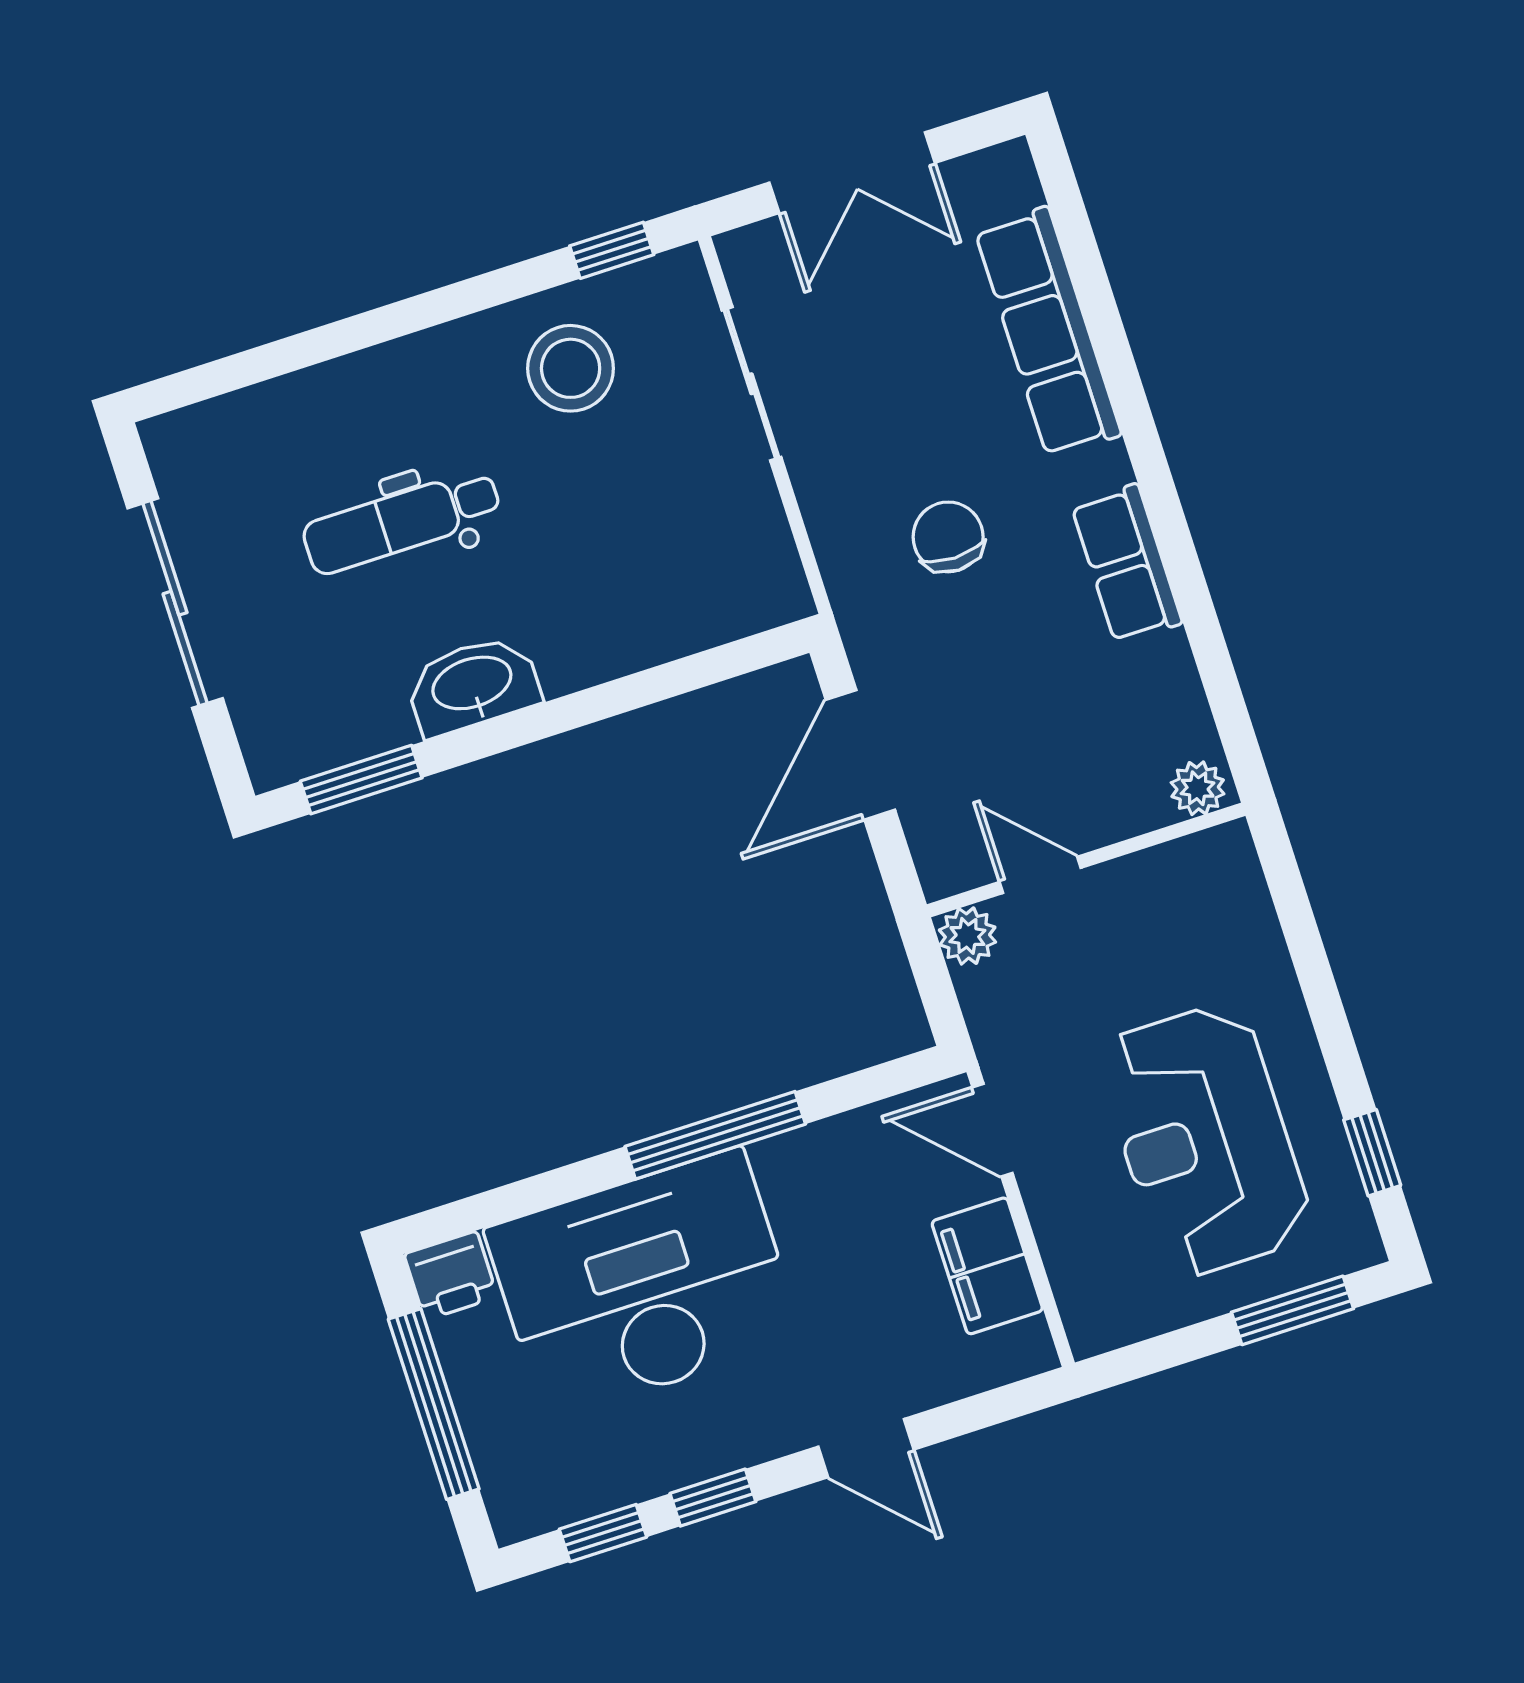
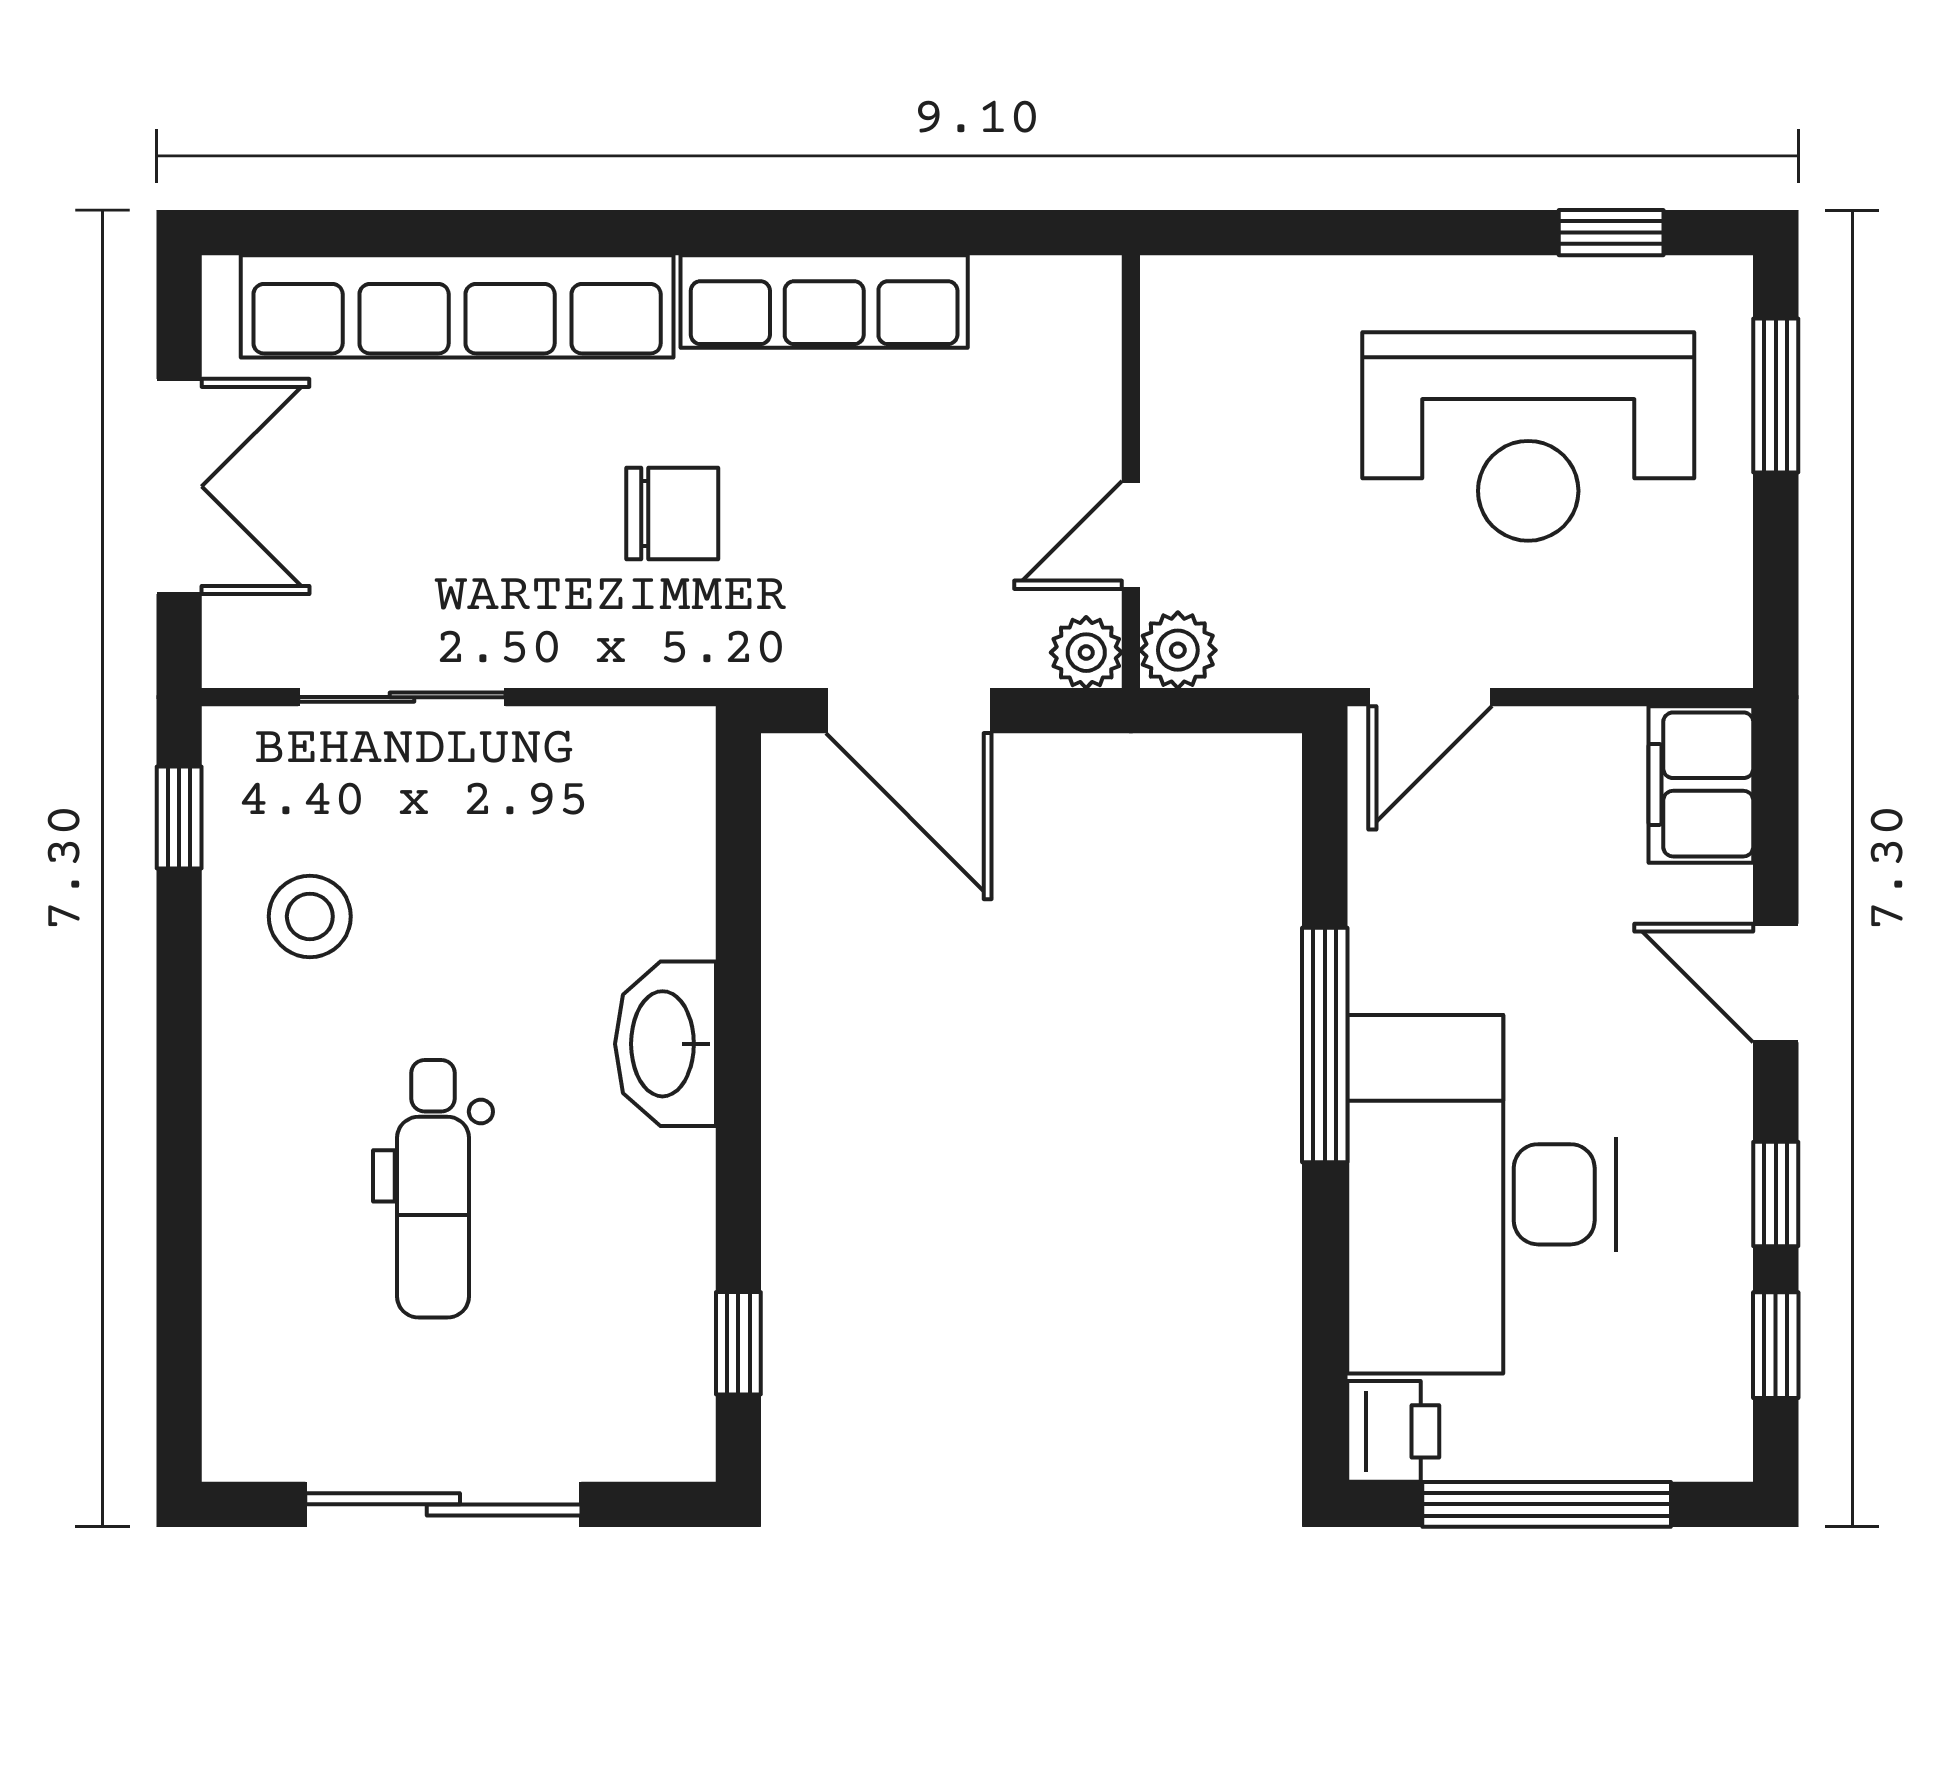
row of seats: (1048, 332) -> (457, 306), width x1.36
stool: (571, 368) -> (310, 916), width x0.73, depth x0.73
chair: (948, 537) -> (672, 513), turned 180
row of seats: (1127, 564) -> (824, 302), width x1.48
washbasin: (473, 685) -> (665, 1044), moved
window: (361, 780) -> (738, 1343), width x0.67
plant: (1198, 788) -> (1086, 653), moved
filing cabinet: (987, 1266) -> (1701, 784), moved, turned 90
door: (866, 1448) -> (1776, 983), swing flipped

